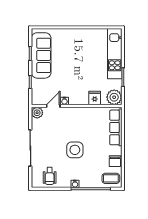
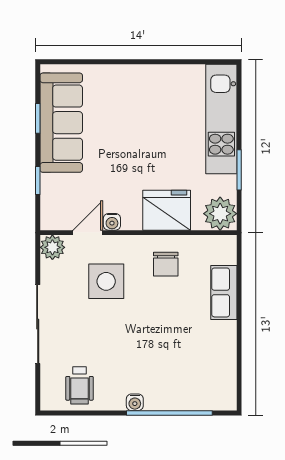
fridge: (95, 98) -> (167, 210), width x1.88, depth x1.34
row of seats: (116, 127) -> (224, 292), width x0.68
side table: (75, 150) -> (106, 281), moved
chair: (115, 161) -> (166, 264), moved
coffee table: (111, 178) -> (213, 390), removed

